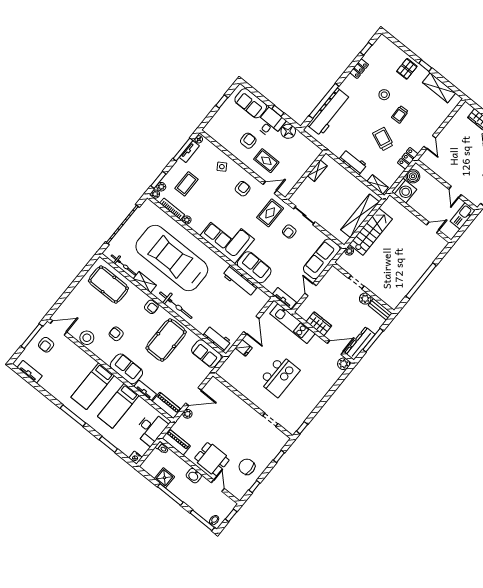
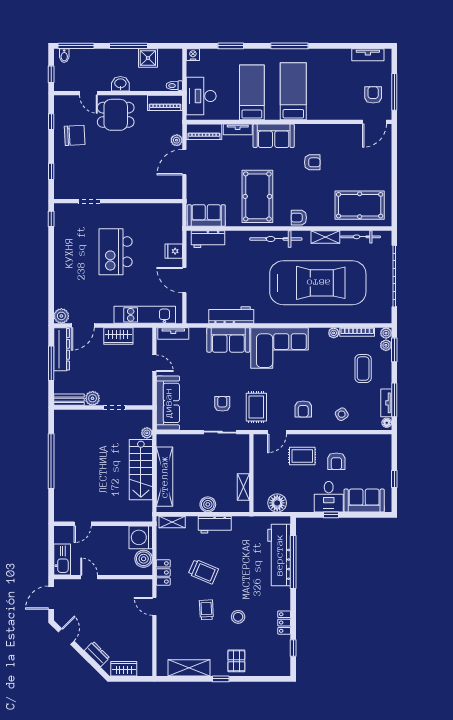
floor lamp: (288, 131) -> (277, 503), moved
boiler: (347, 178) -> (208, 504), added
stool: (87, 338) -> (338, 135), removed

